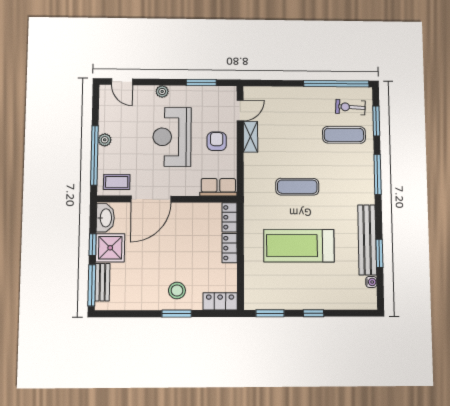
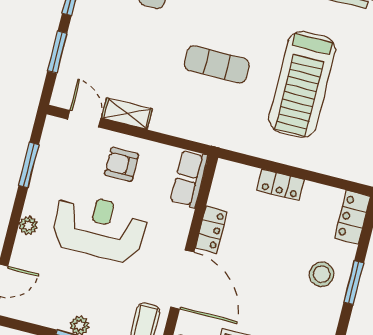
window: (278, 83) -> (57, 52), added
reception desk: (172, 137) -> (99, 227), turned 180
exercise mat: (297, 187) -> (217, 64), turned 90
locker: (229, 217) -> (211, 230), moved, turned -90

